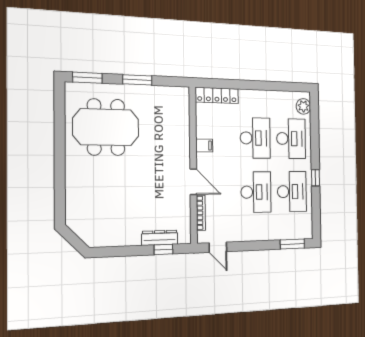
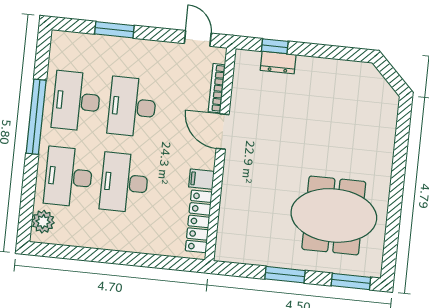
locker: (217, 95) -> (199, 221), moved, turned -90
window: (315, 178) -> (36, 117), width x3.17
dresser: (160, 238) -> (278, 62), width x0.70
window: (292, 244) -> (114, 30), moved

